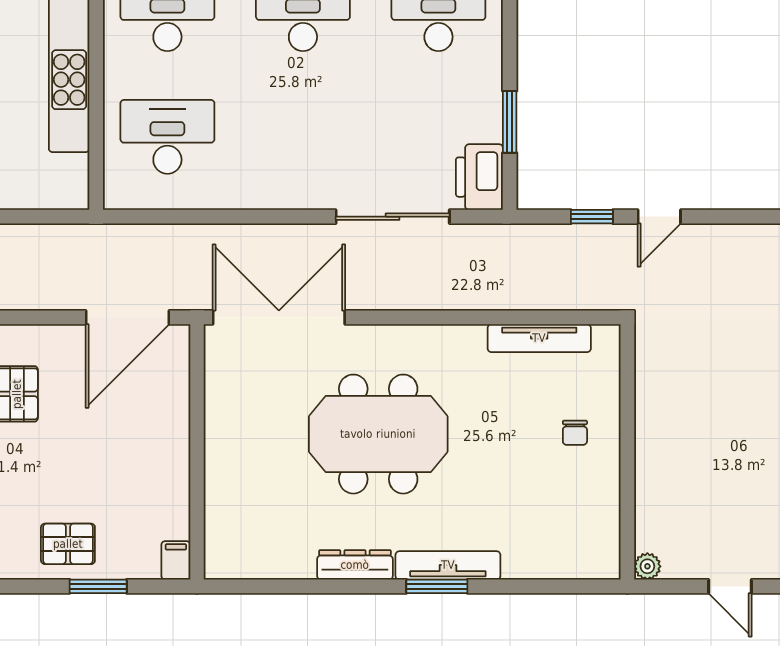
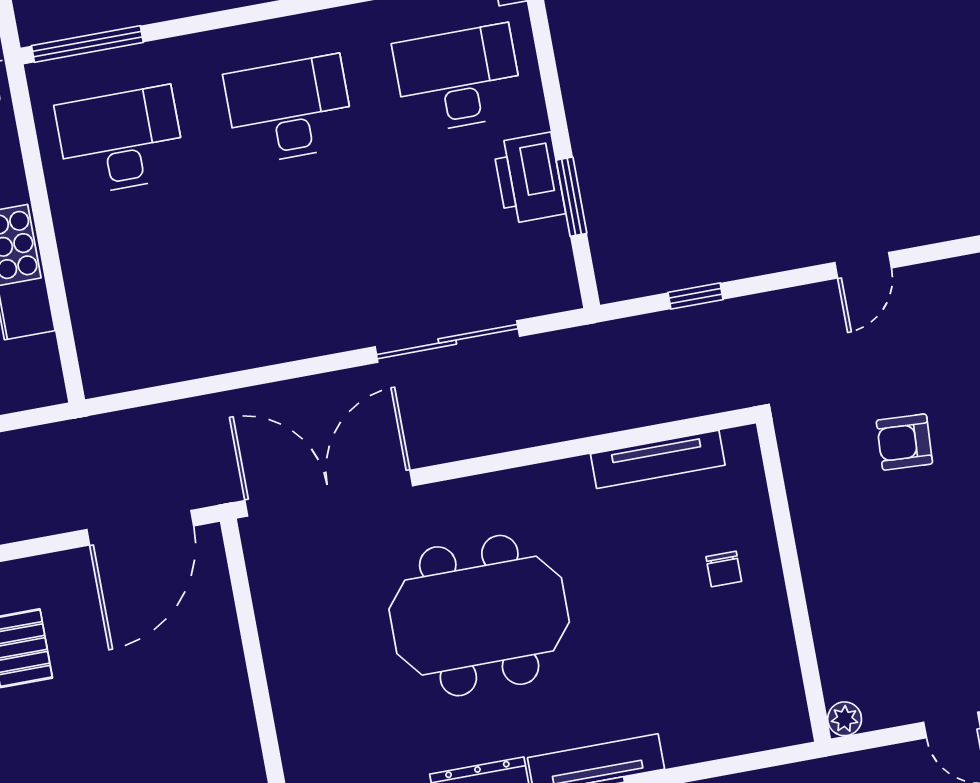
desk: (167, 137) -> (149, 294), removed
printer: (479, 177) -> (529, 178), moved
door: (659, 217) -> (863, 265), moved
armchair: (733, 360) -> (904, 442), added

